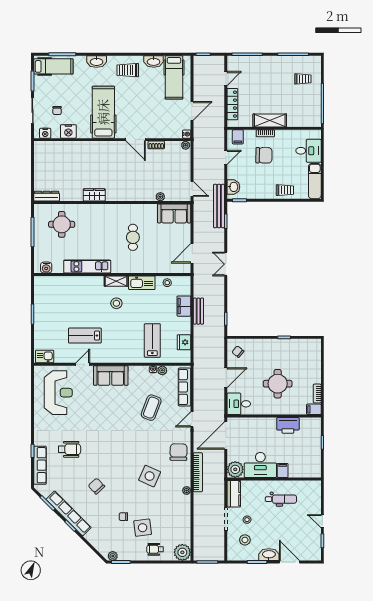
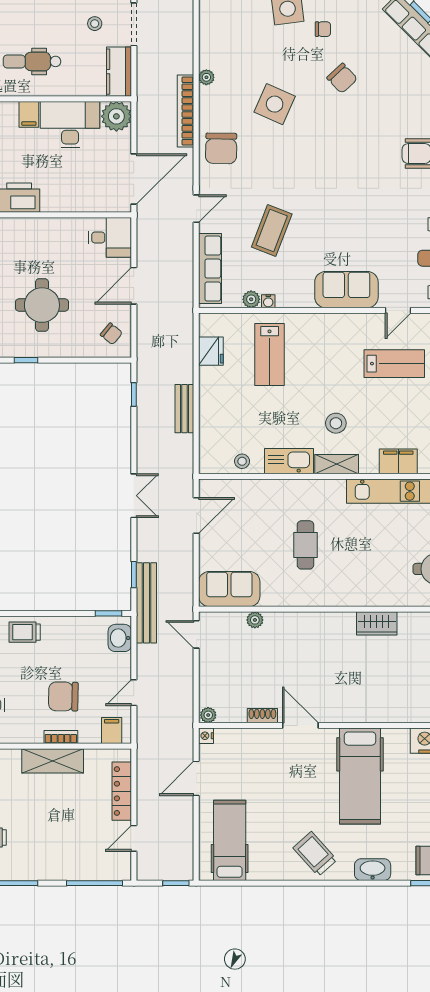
washbasin: (154, 61) -> (267, 870), removed
trolley: (128, 70) -> (315, 854), turned -132
filing cabinet: (184, 306) -> (398, 461), moved, turned -90
round table: (278, 384) -> (42, 305), moved
chair: (96, 486) -> (342, 78), moved

